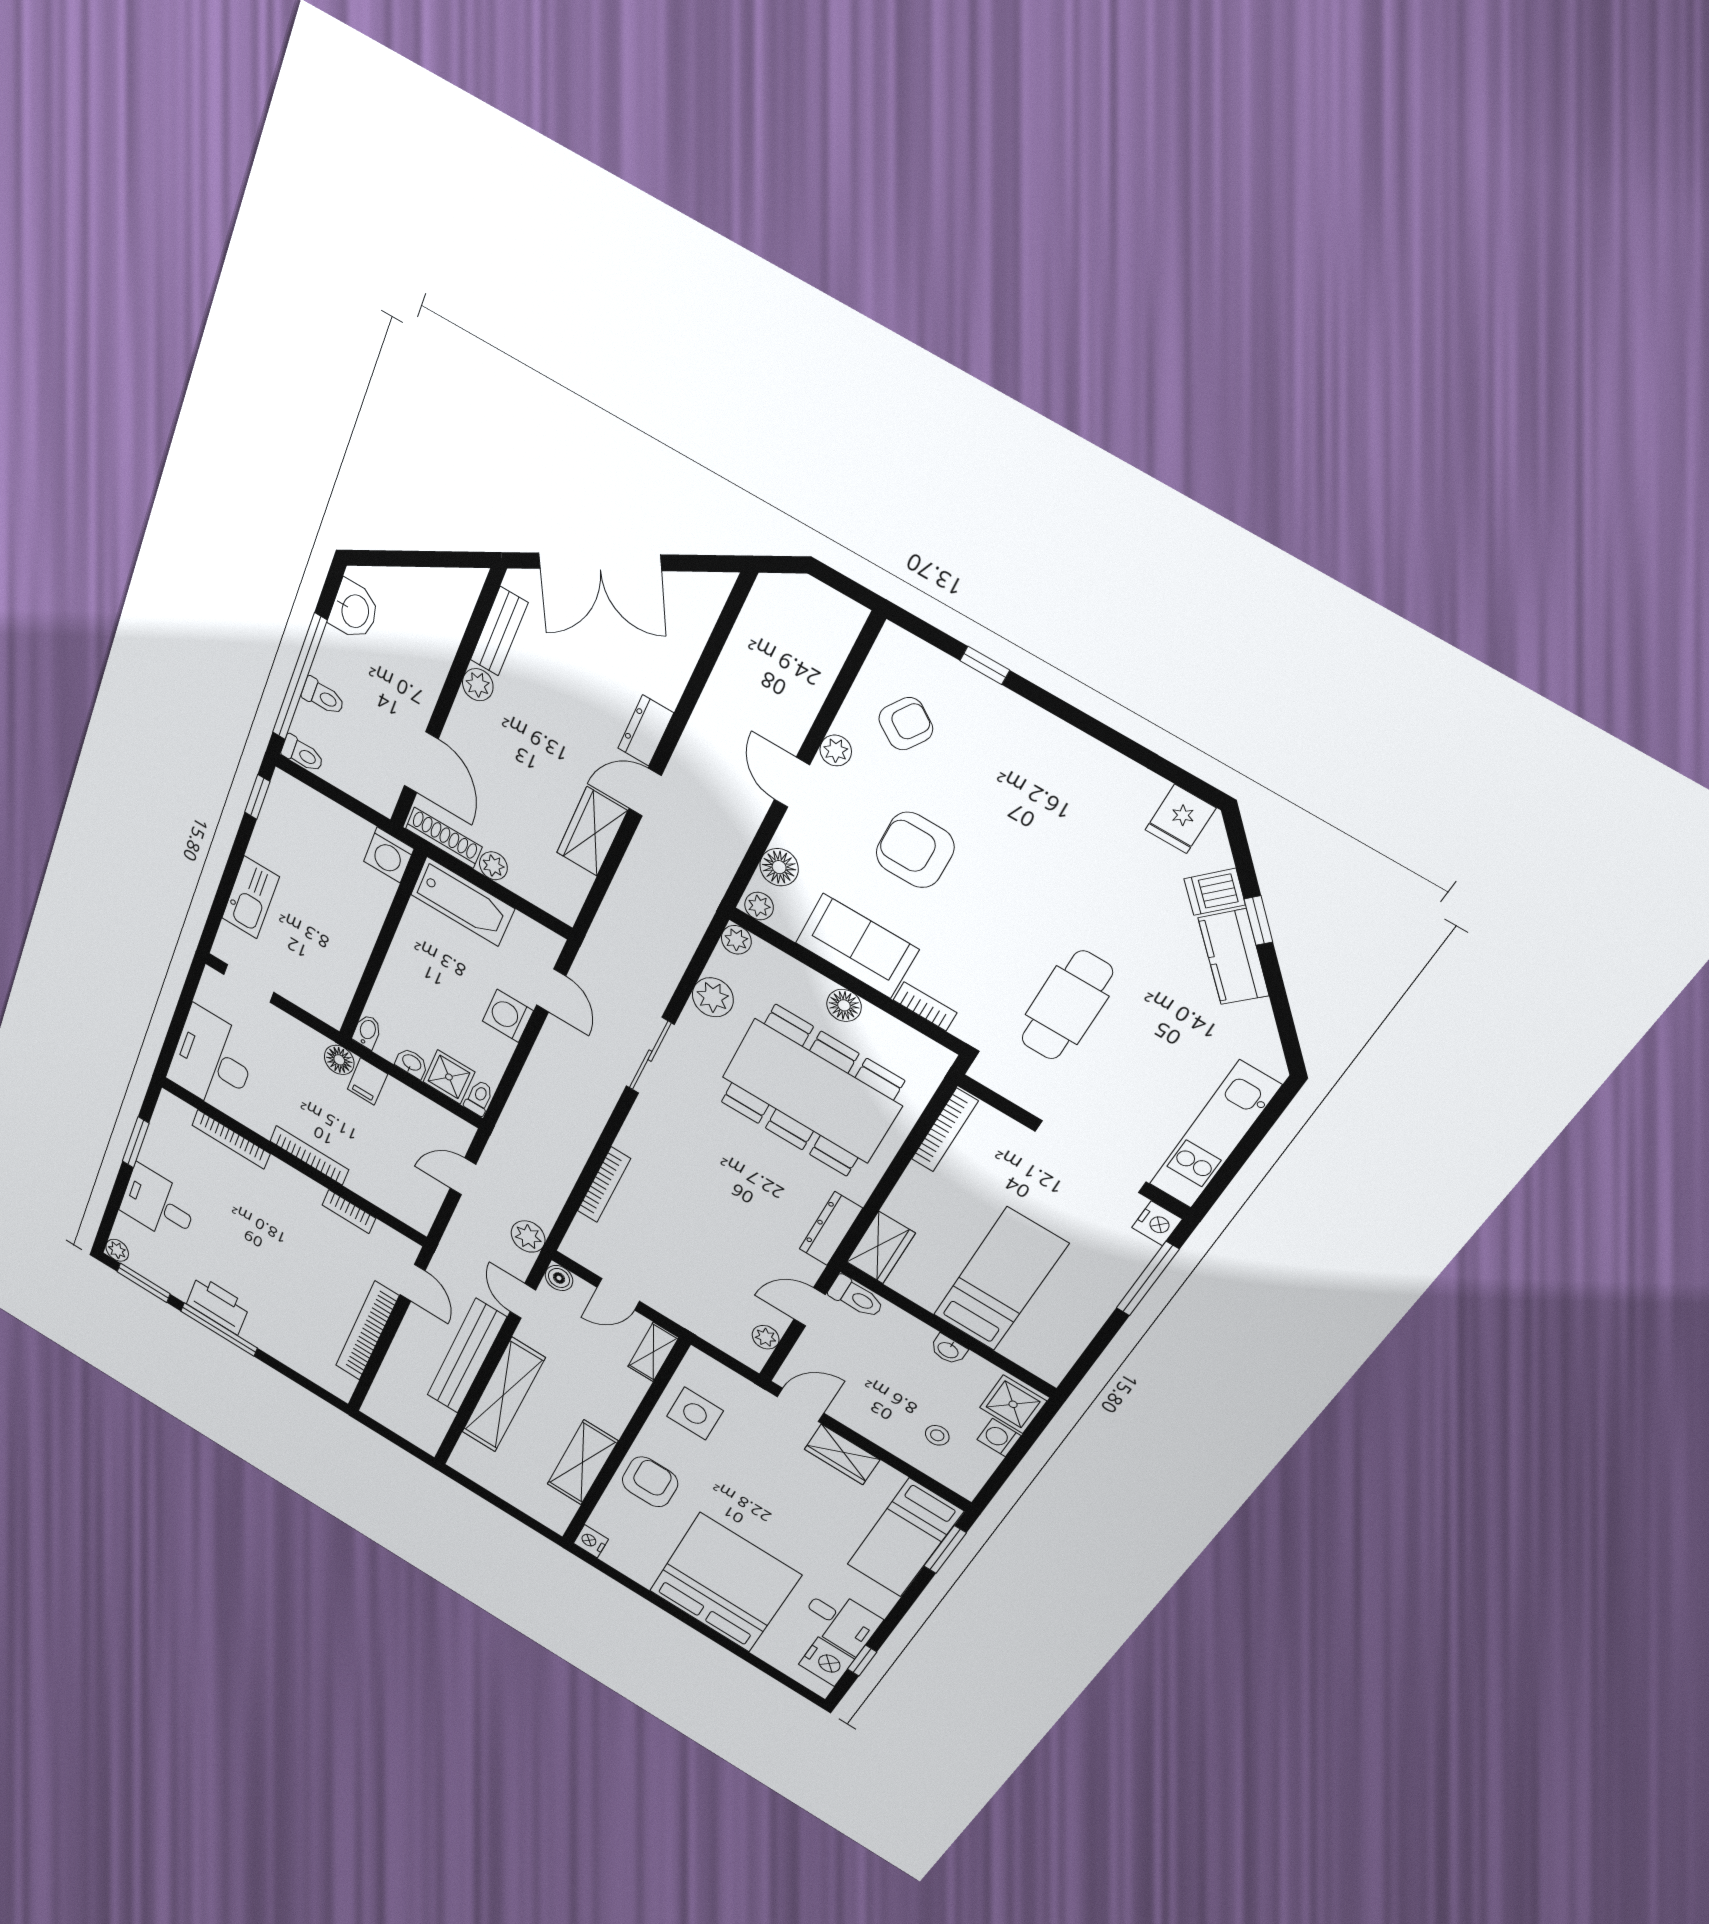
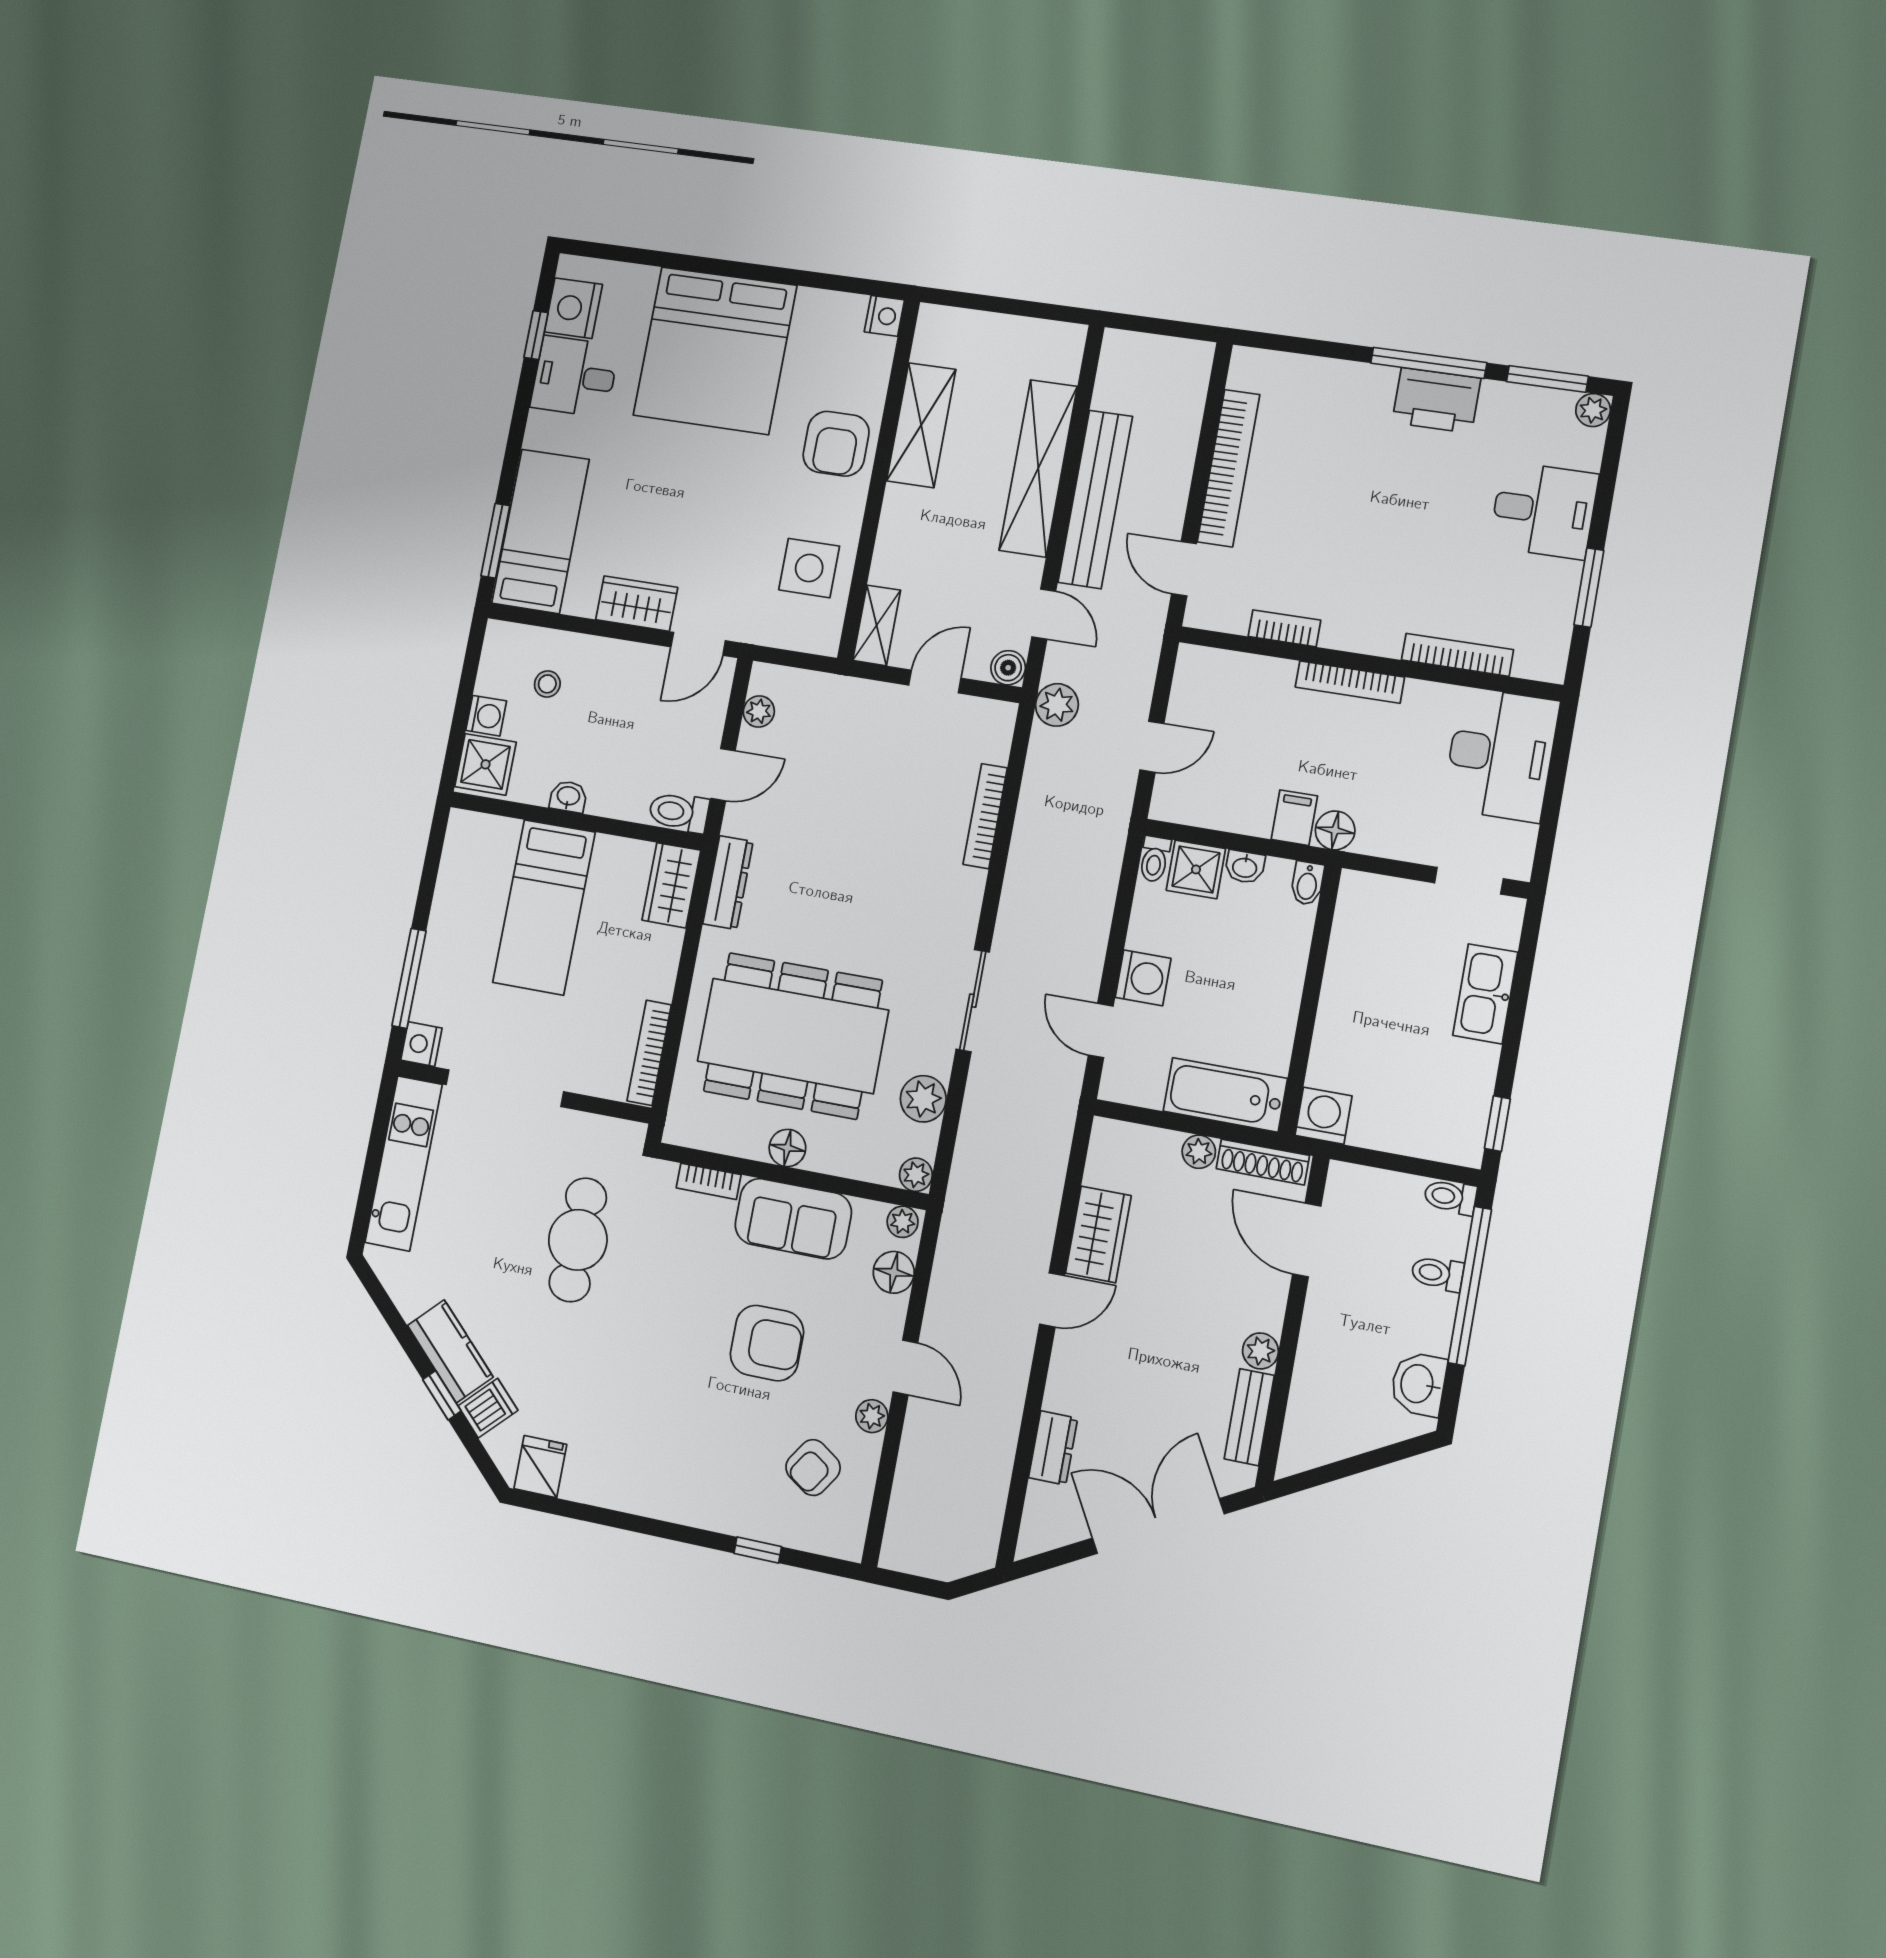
dresser: (646, 731) -> (1053, 1448), moved

